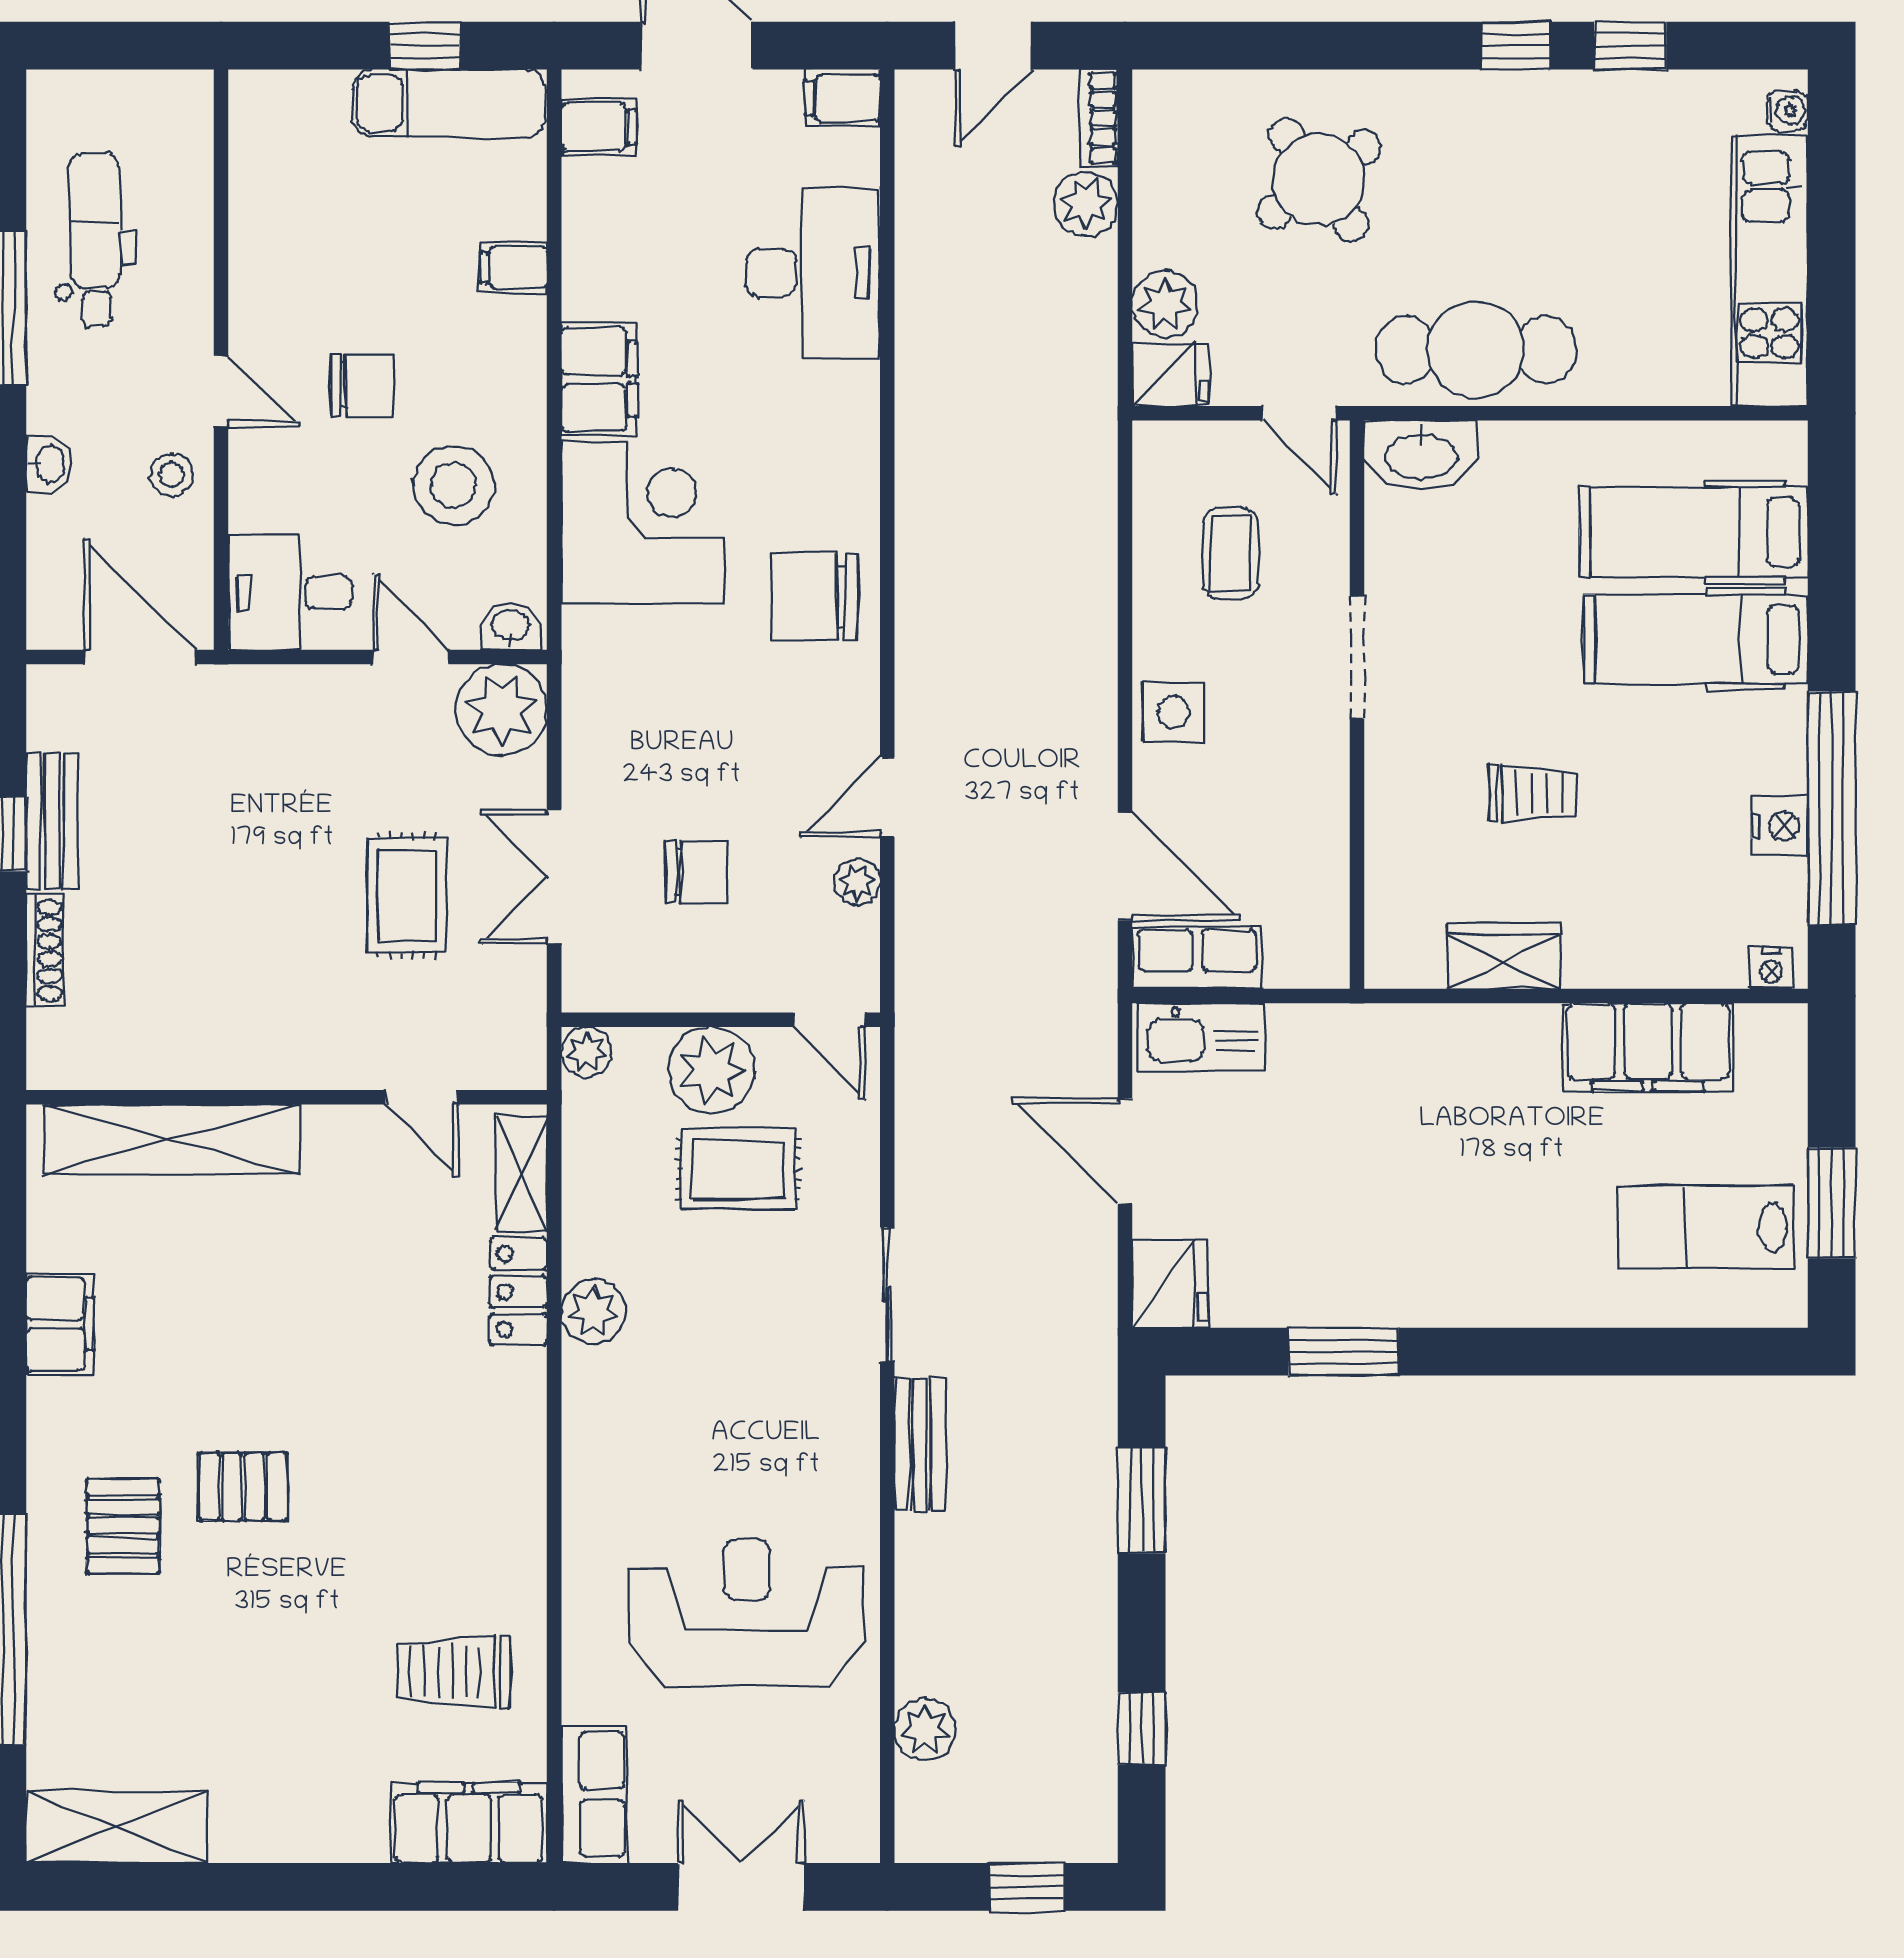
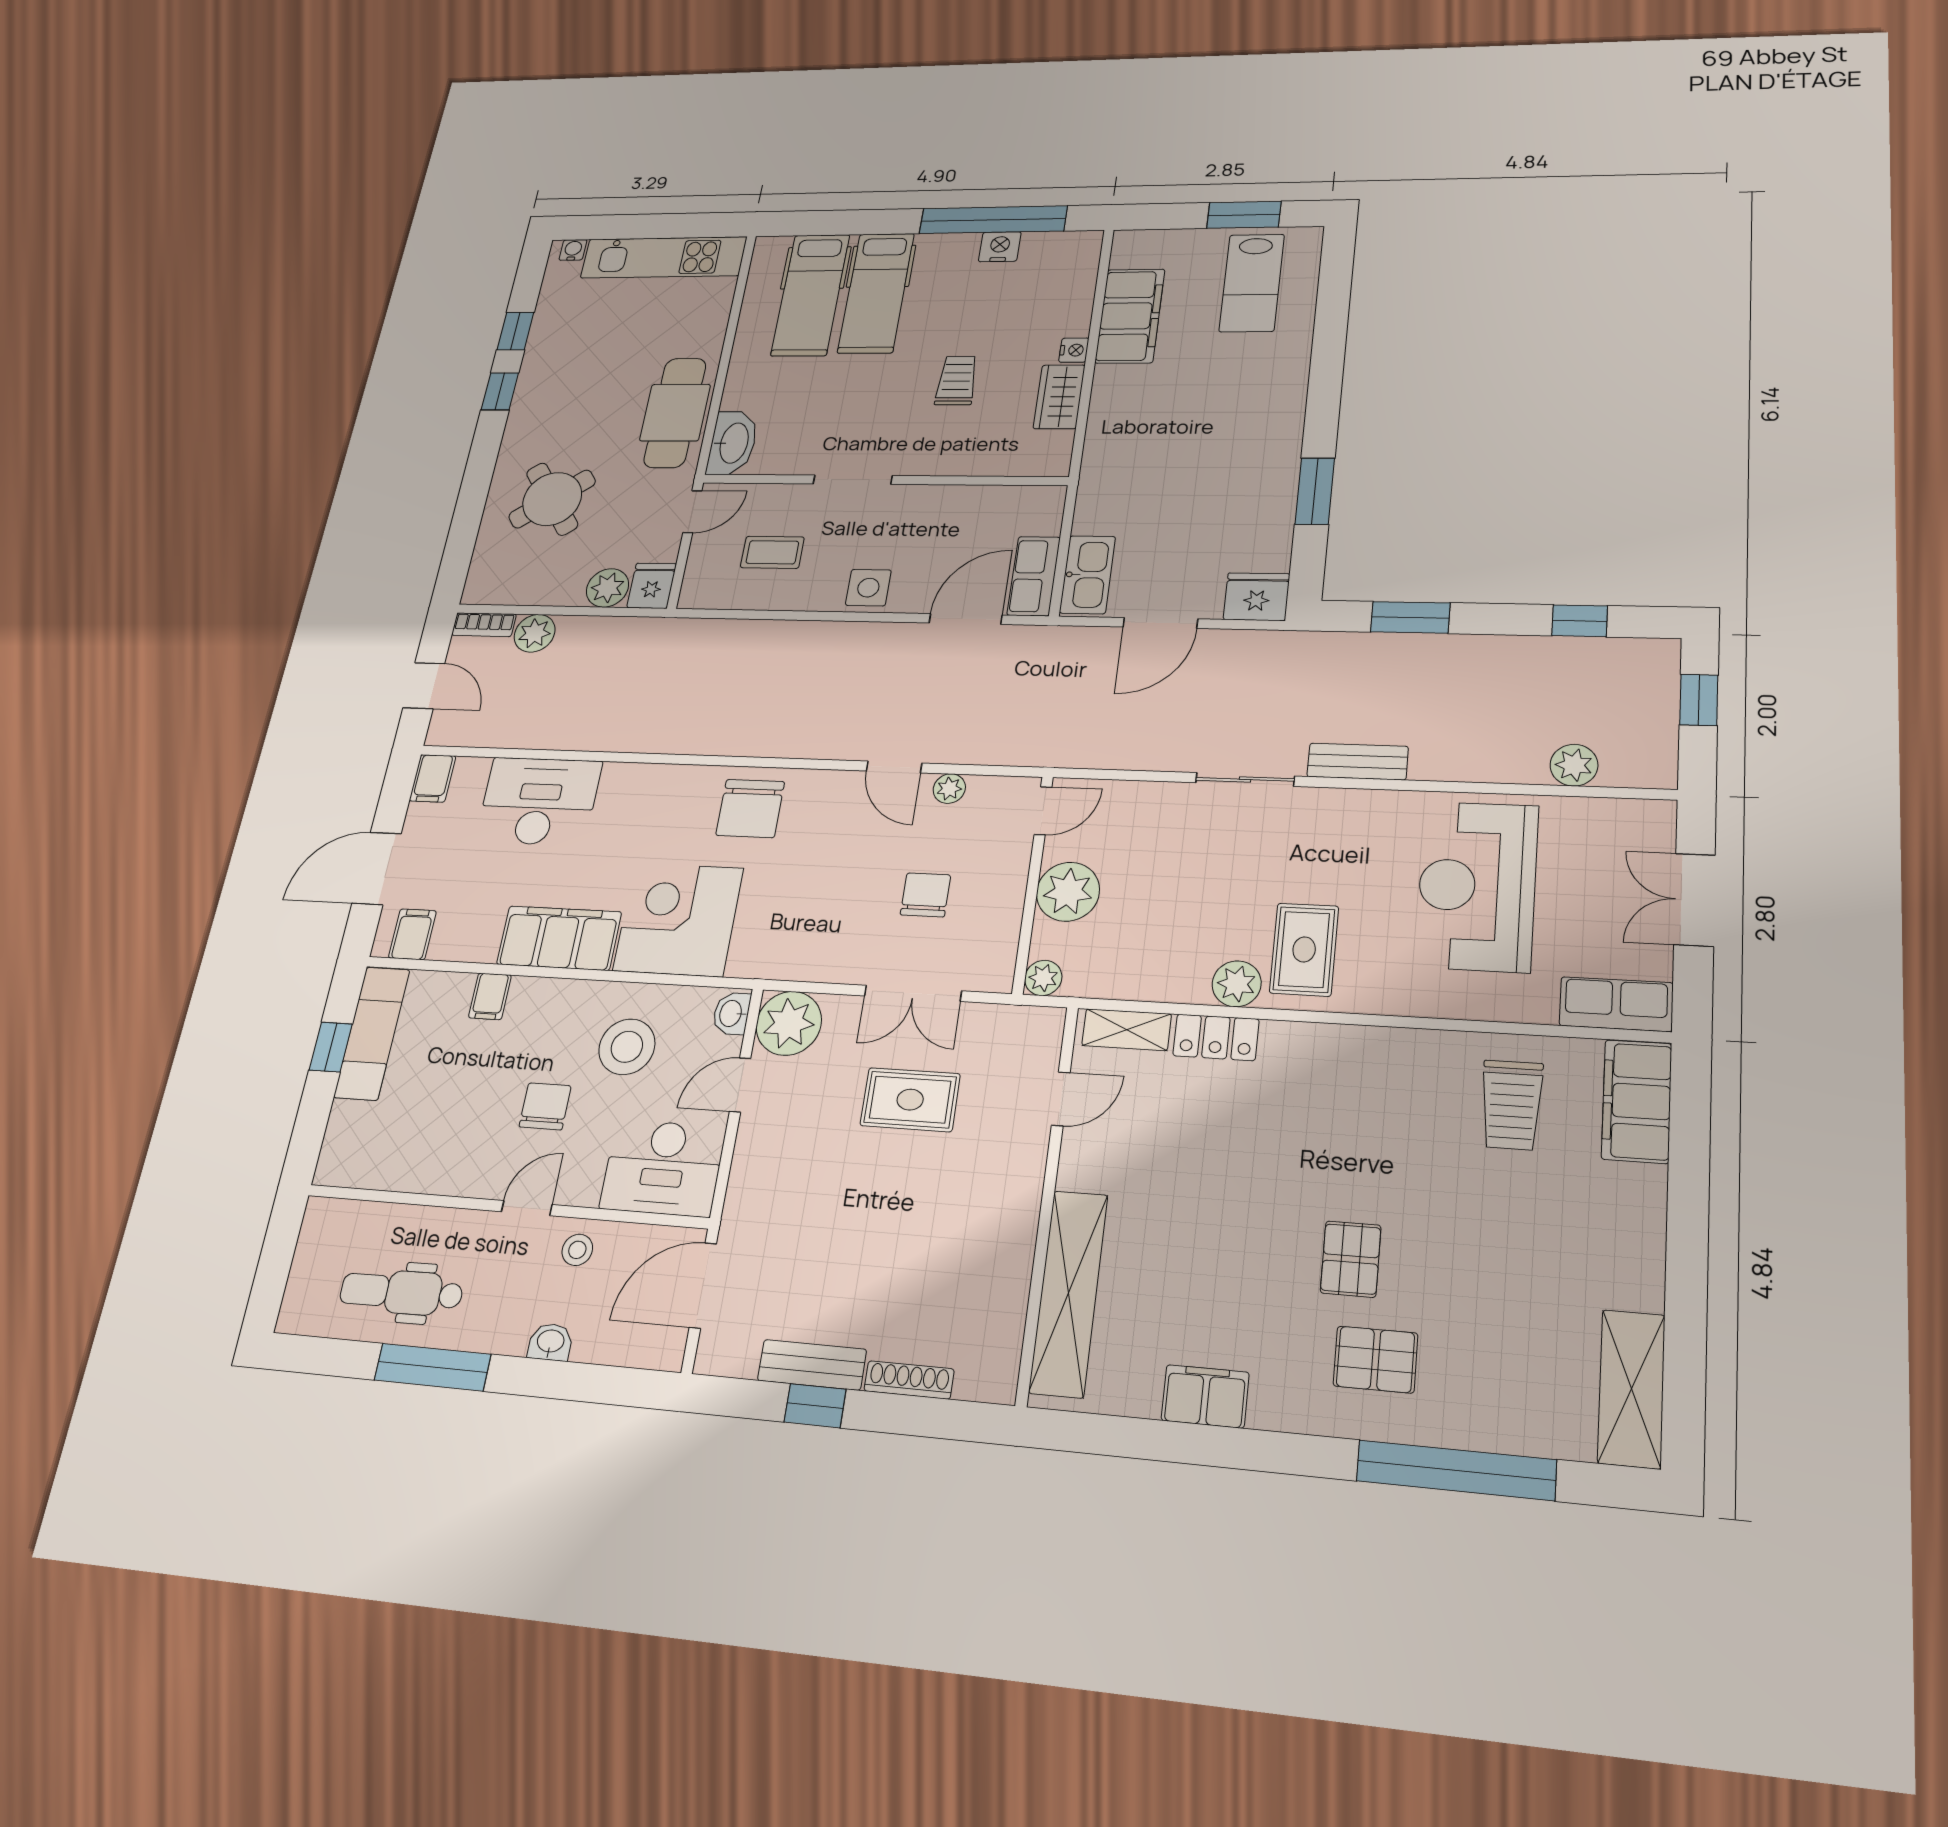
filing cabinet: (599, 379) -> (559, 938), width x1.50, depth x1.17
desk: (290, 593) -> (663, 1168), width x1.37
nightstand: (1771, 968) -> (1074, 350), moved
rug: (738, 1169) -> (1304, 949), moved

